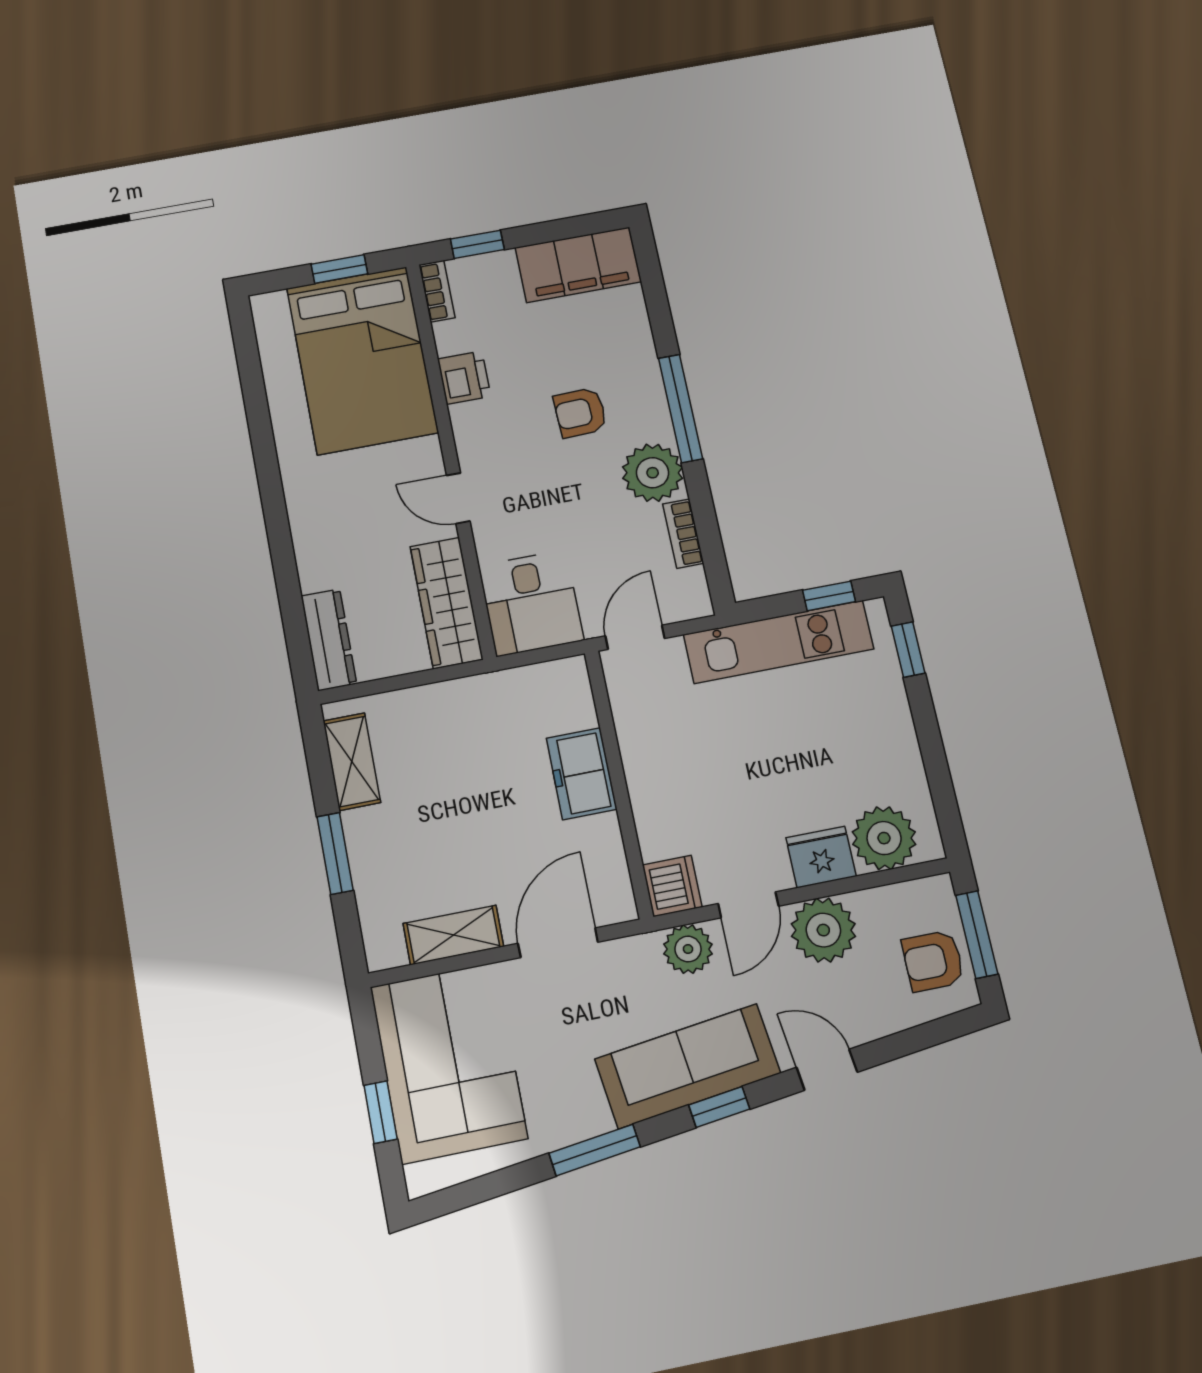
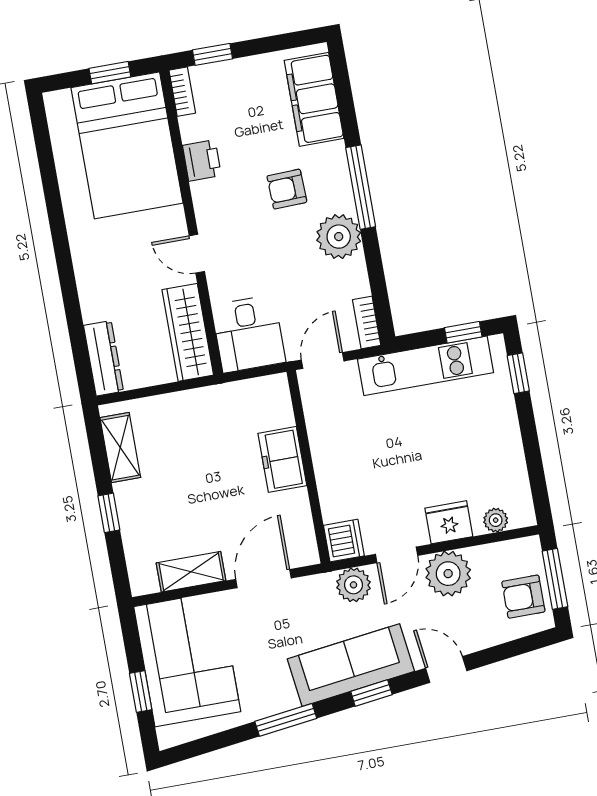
filing cabinet: (578, 265) -> (314, 99), moved, turned 90
bookcase: (683, 534) -> (367, 323), moved
plant: (884, 838) -> (496, 520), width x0.53, depth x0.53
window: (335, 853) -> (109, 513), width x0.67

